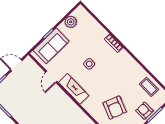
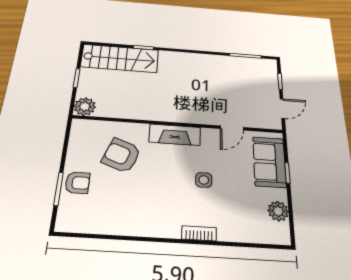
door: (51, 77) -> (232, 128), swing flipped
coffee table: (149, 87) -> (98, 218), removed
fireplace: (74, 89) -> (175, 135), moved

